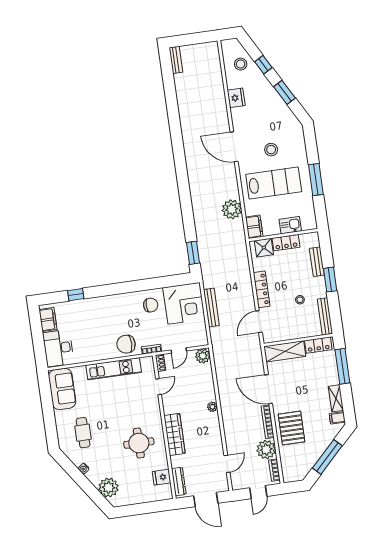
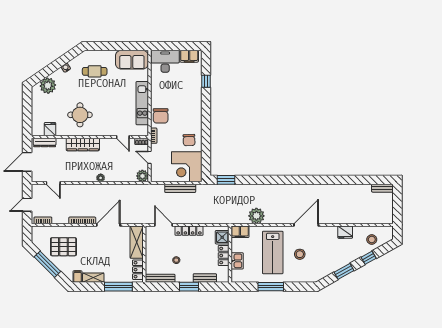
chair: (126, 344) -> (161, 116), turned 180
pallet: (292, 428) -> (63, 247), moved
plant: (266, 450) -> (60, 216), removed
door: (258, 492) -> (27, 205), hinge flipped

